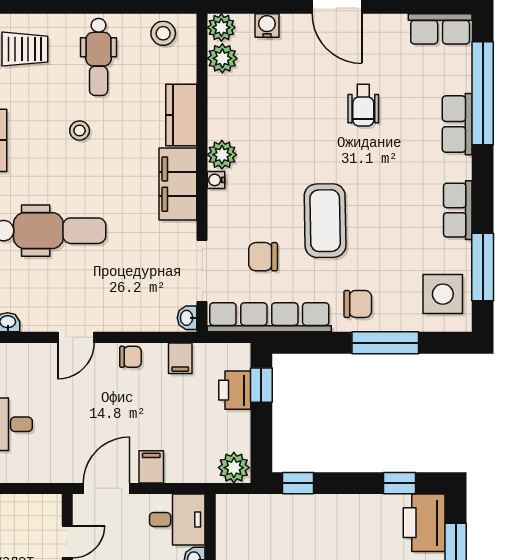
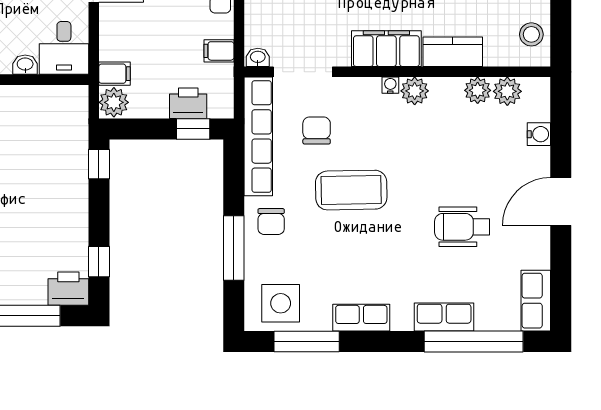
plant: (221, 27) -> (478, 90), moved
wheelchair: (363, 105) -> (462, 227), width x1.36, depth x1.37
filing cabinet: (151, 467) -> (115, 74), moved
printer: (424, 523) -> (68, 289), width x0.73, depth x0.84

